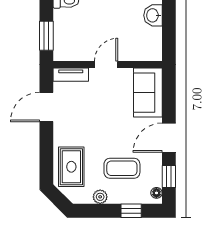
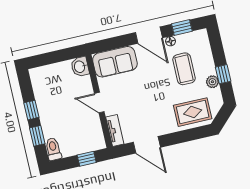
washbasin: (153, 15) -> (80, 67), moved, turned 90
window: (46, 36) -> (87, 159), width x0.67
floor lamp: (156, 193) -> (171, 41), moved
window: (131, 211) -> (223, 74), moved

